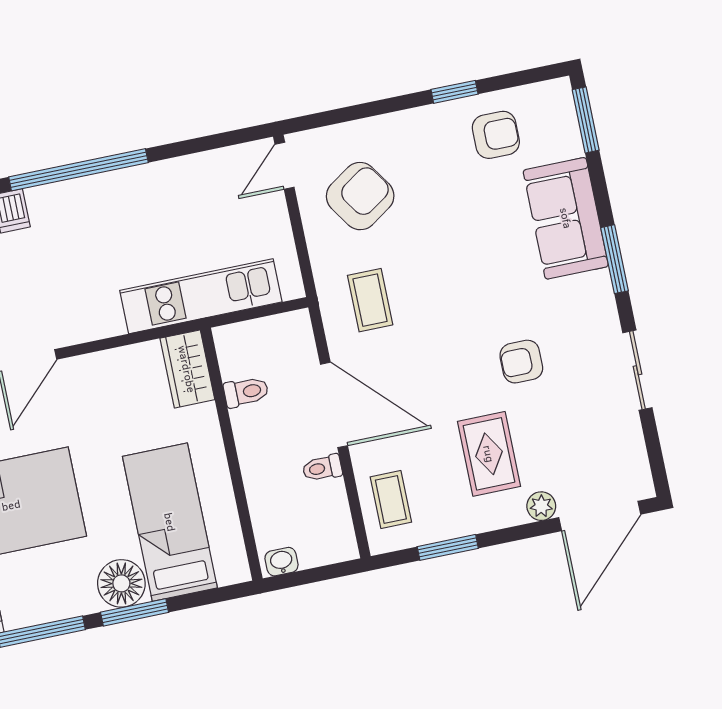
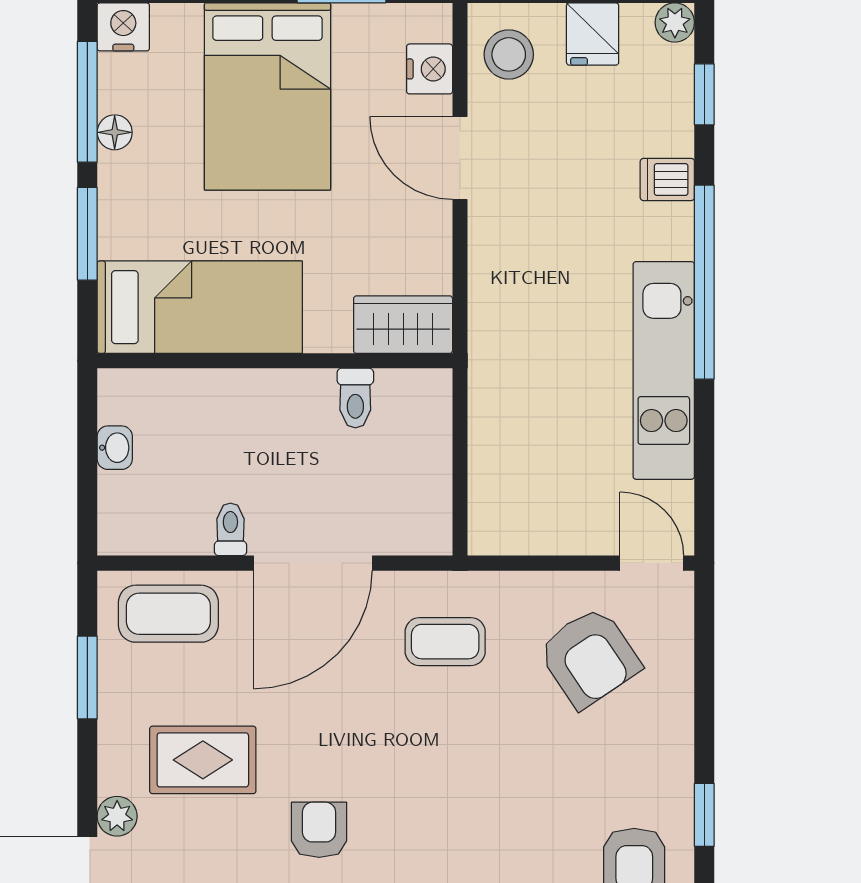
kitchen unit: (201, 296) -> (664, 370), moved, turned 180
wardrobe: (187, 369) -> (403, 325), moved
toilet: (246, 392) -> (355, 398), moved
wall: (232, 454) -> (275, 361), moved
coffee table: (391, 499) -> (168, 614), width x1.36, depth x1.30
floor lamp: (121, 583) -> (115, 132), moved, width x0.53, depth x0.53

